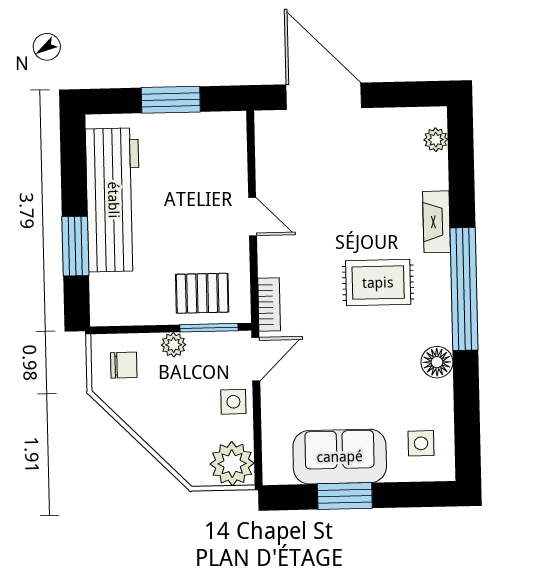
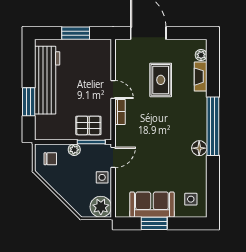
fireplace: (436, 222) -> (201, 77), moved
rug: (378, 283) -> (161, 80), moved, turned 90
bookcase: (269, 305) -> (120, 112), moved
floor lamp: (437, 362) -> (199, 148), moved

